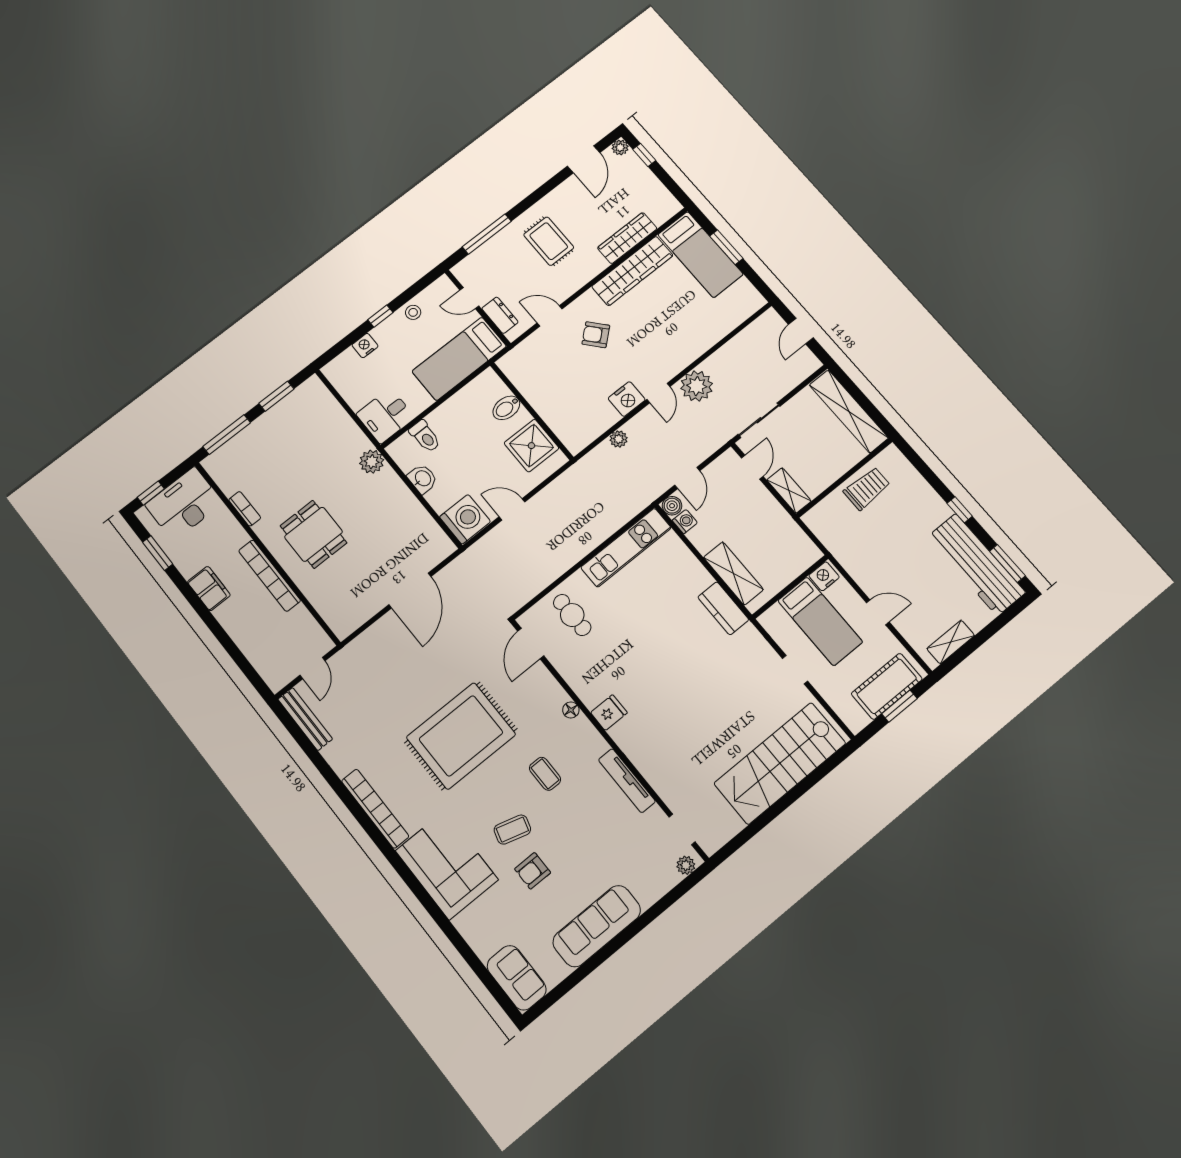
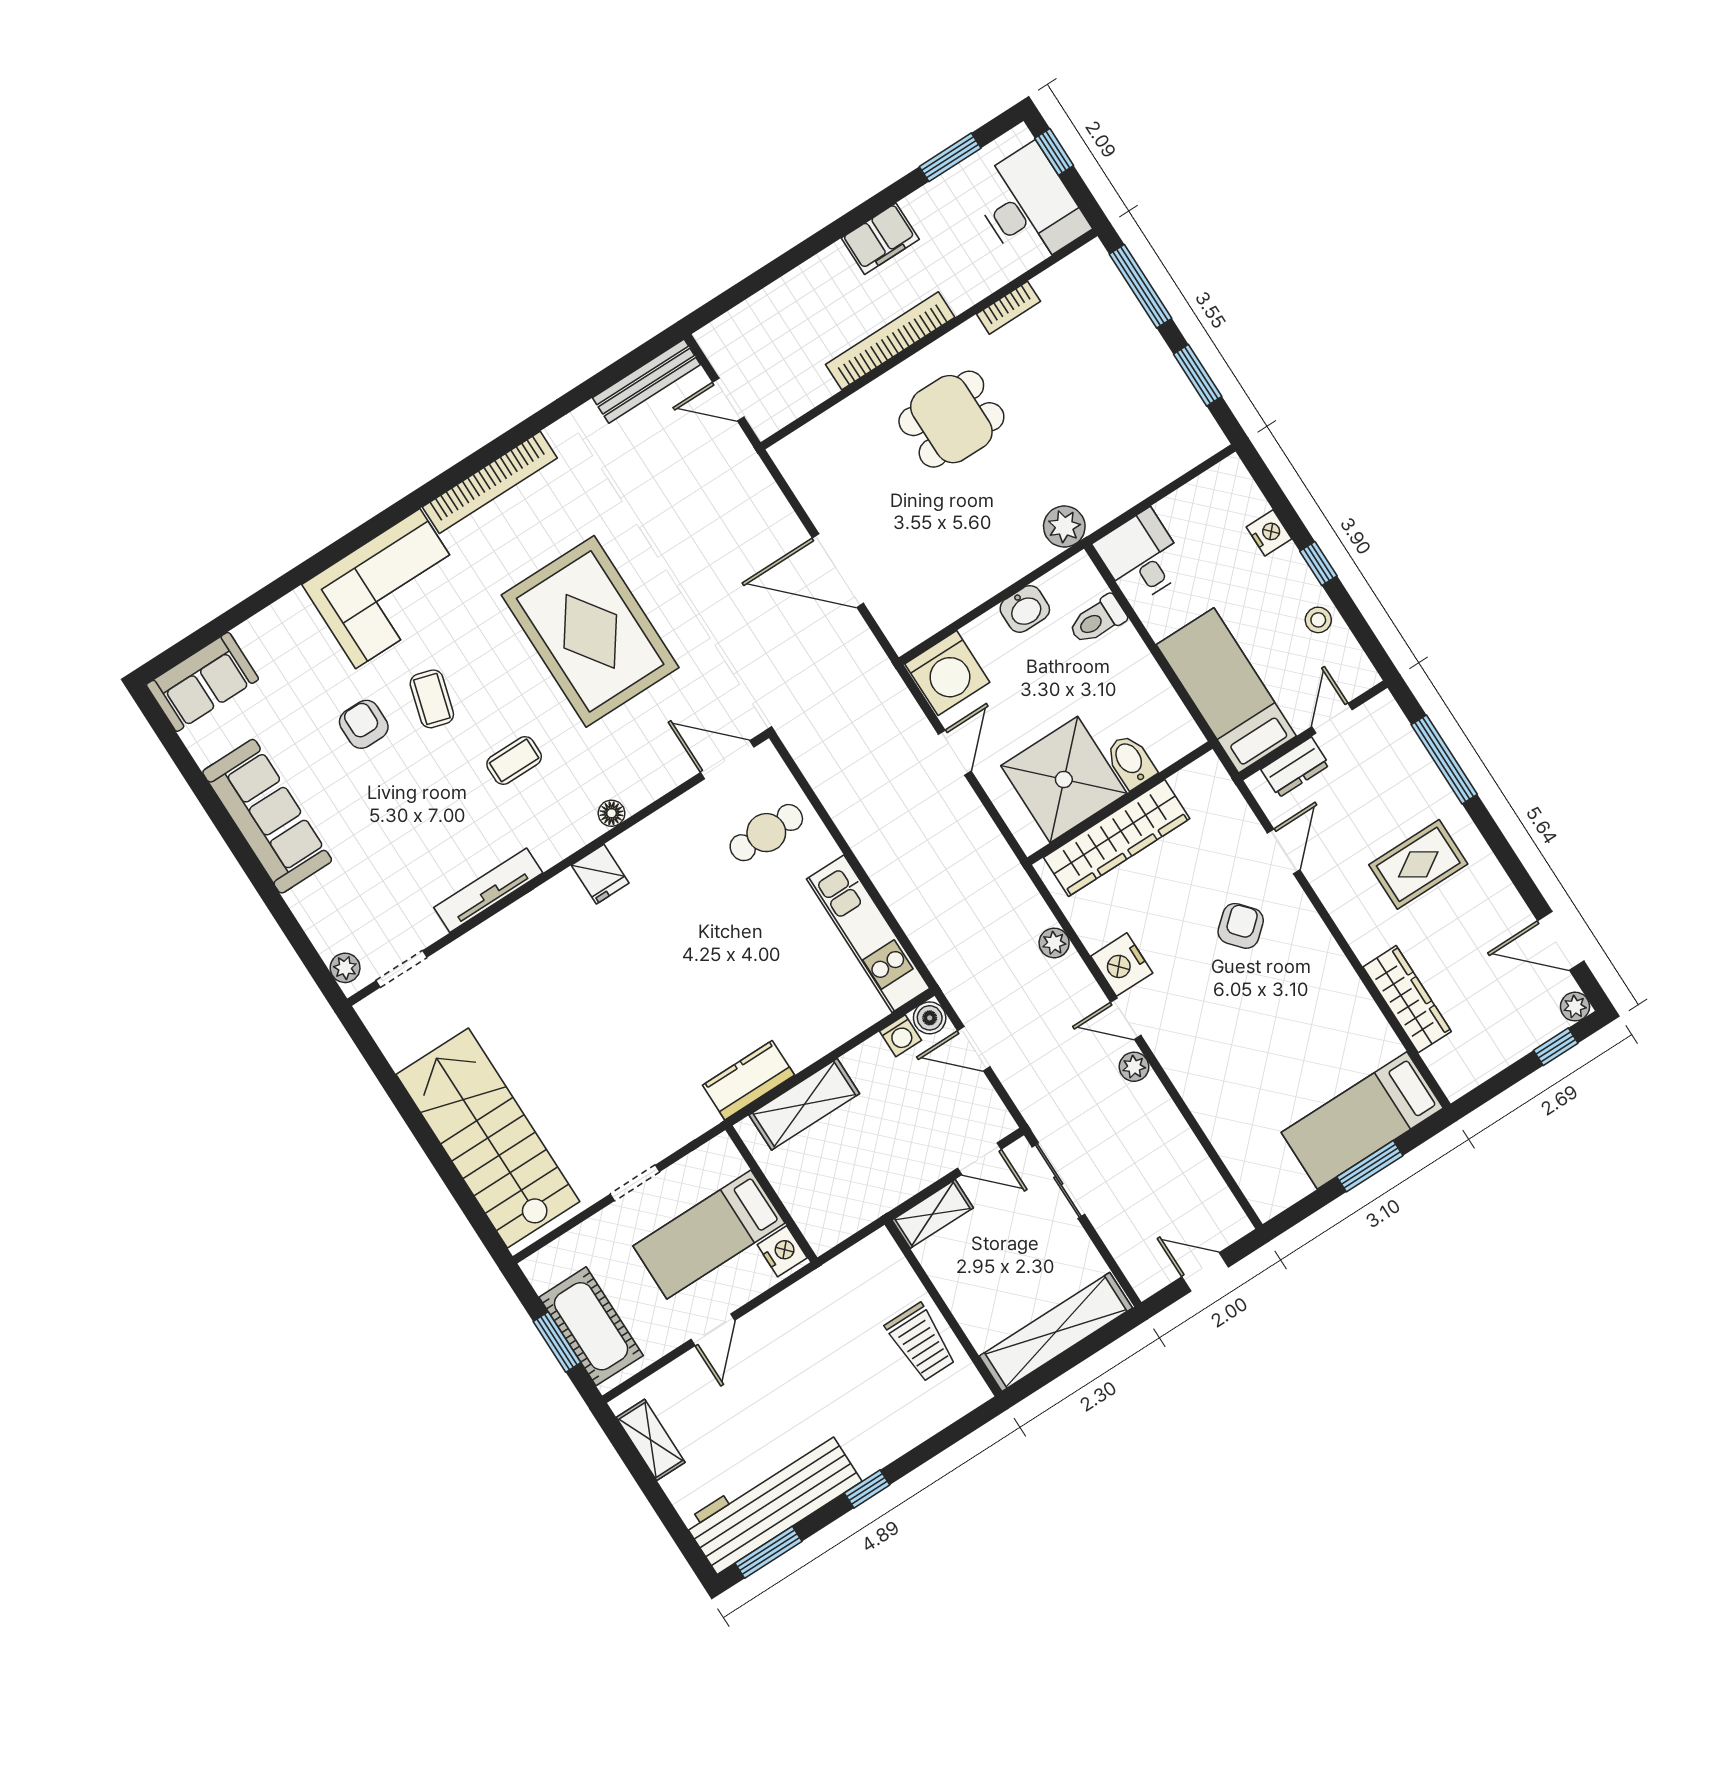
wardrobe: (632, 271) -> (1117, 838), moved, turned -90
plant: (697, 386) -> (1134, 1067), width x0.53, depth x0.53
shower: (531, 446) -> (1064, 779), width x1.37, depth x1.37

